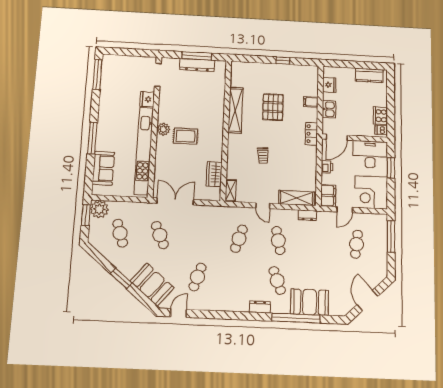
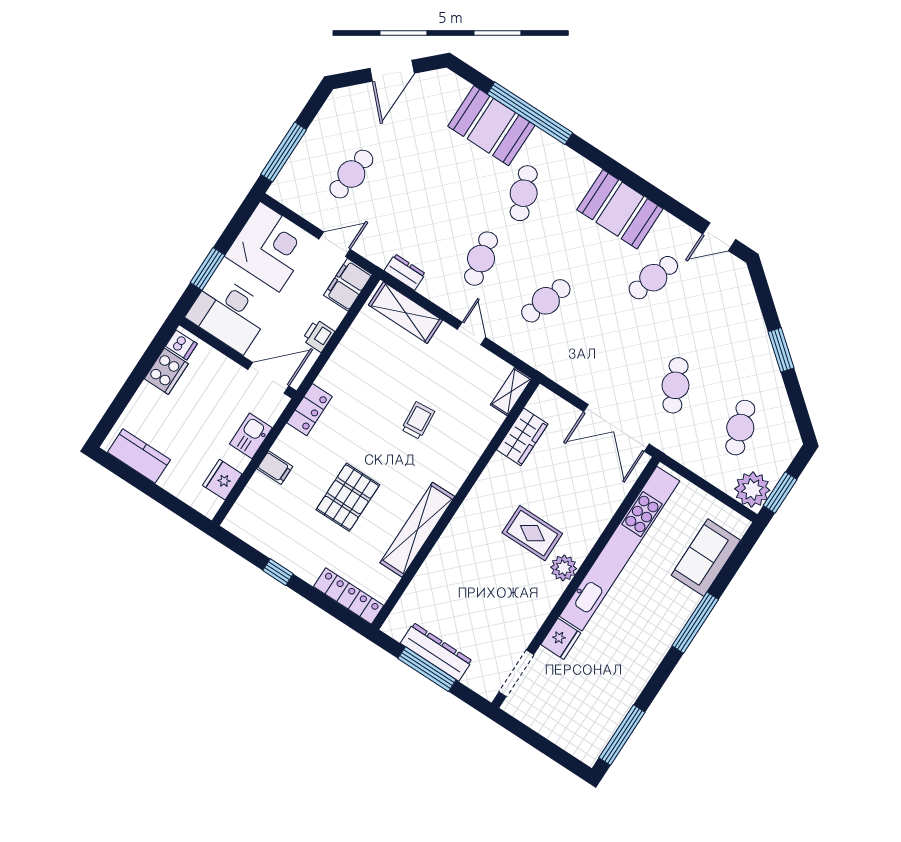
locker: (248, 67) -> (349, 596), added
booth: (152, 284) -> (620, 209), moved, turned -40
dresser: (260, 307) -> (579, 167), removed

